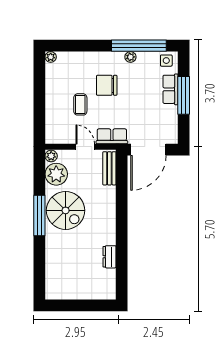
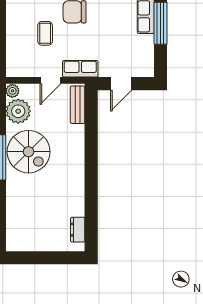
door: (85, 147) -> (51, 80), swing flipped
door: (148, 150) -> (121, 84), width x0.53
dresser: (110, 257) -> (78, 230), moved

